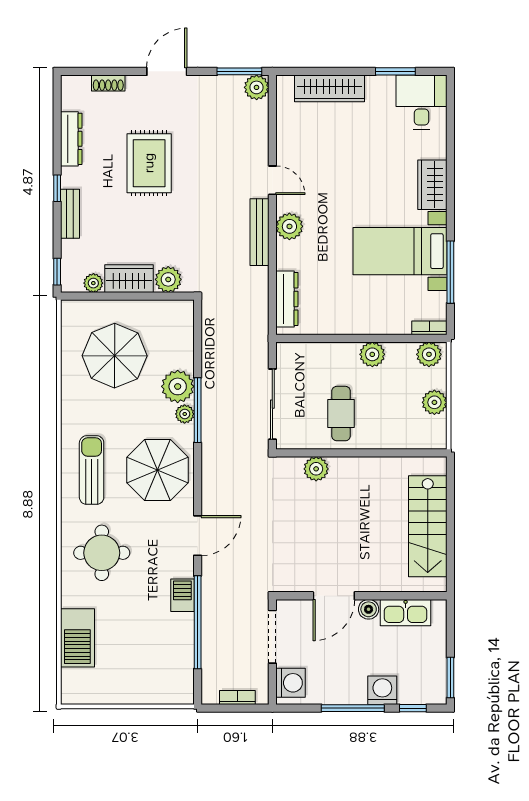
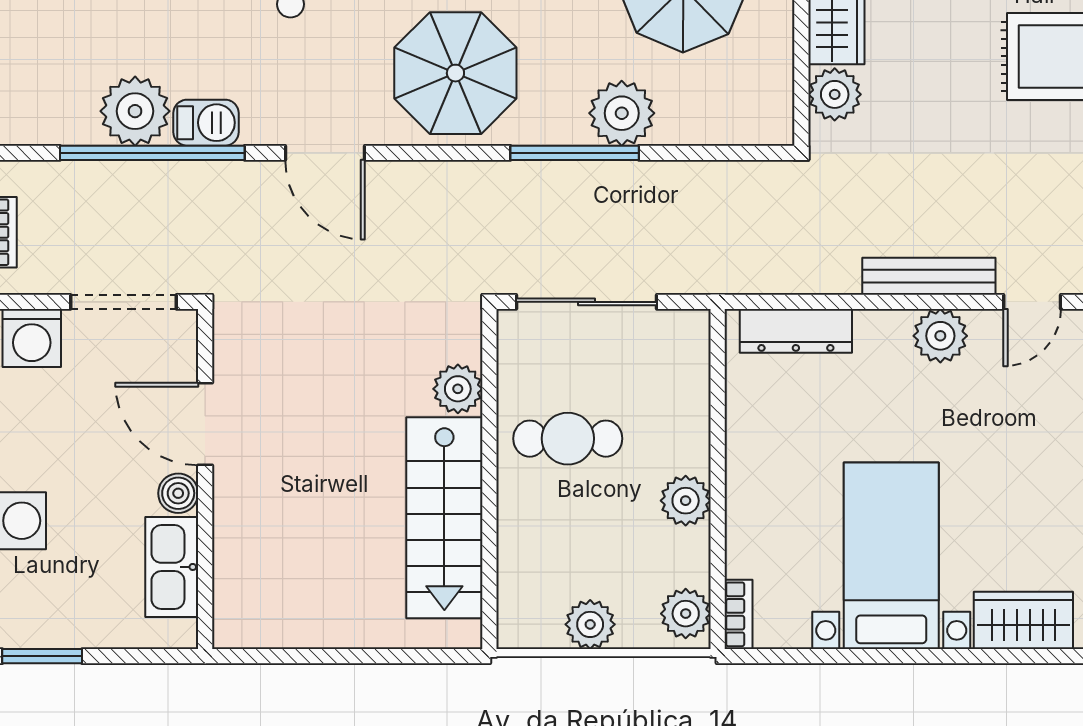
window: (450, 272) -> (849, 656), removed
plant: (185, 414) -> (135, 111), moved, width x1.88, depth x1.88
stairs: (428, 526) -> (444, 518), moved, turned -90

